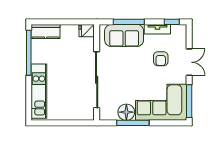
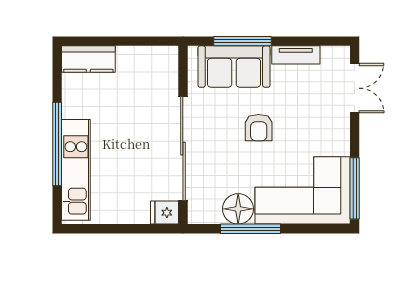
window: (172, 22) -> (322, 41), removed
fridge: (87, 31) -> (165, 213), moved
window: (29, 53) -> (57, 144), moved
armchair: (161, 59) -> (259, 128), moved
double door: (189, 62) -> (355, 88), moved

